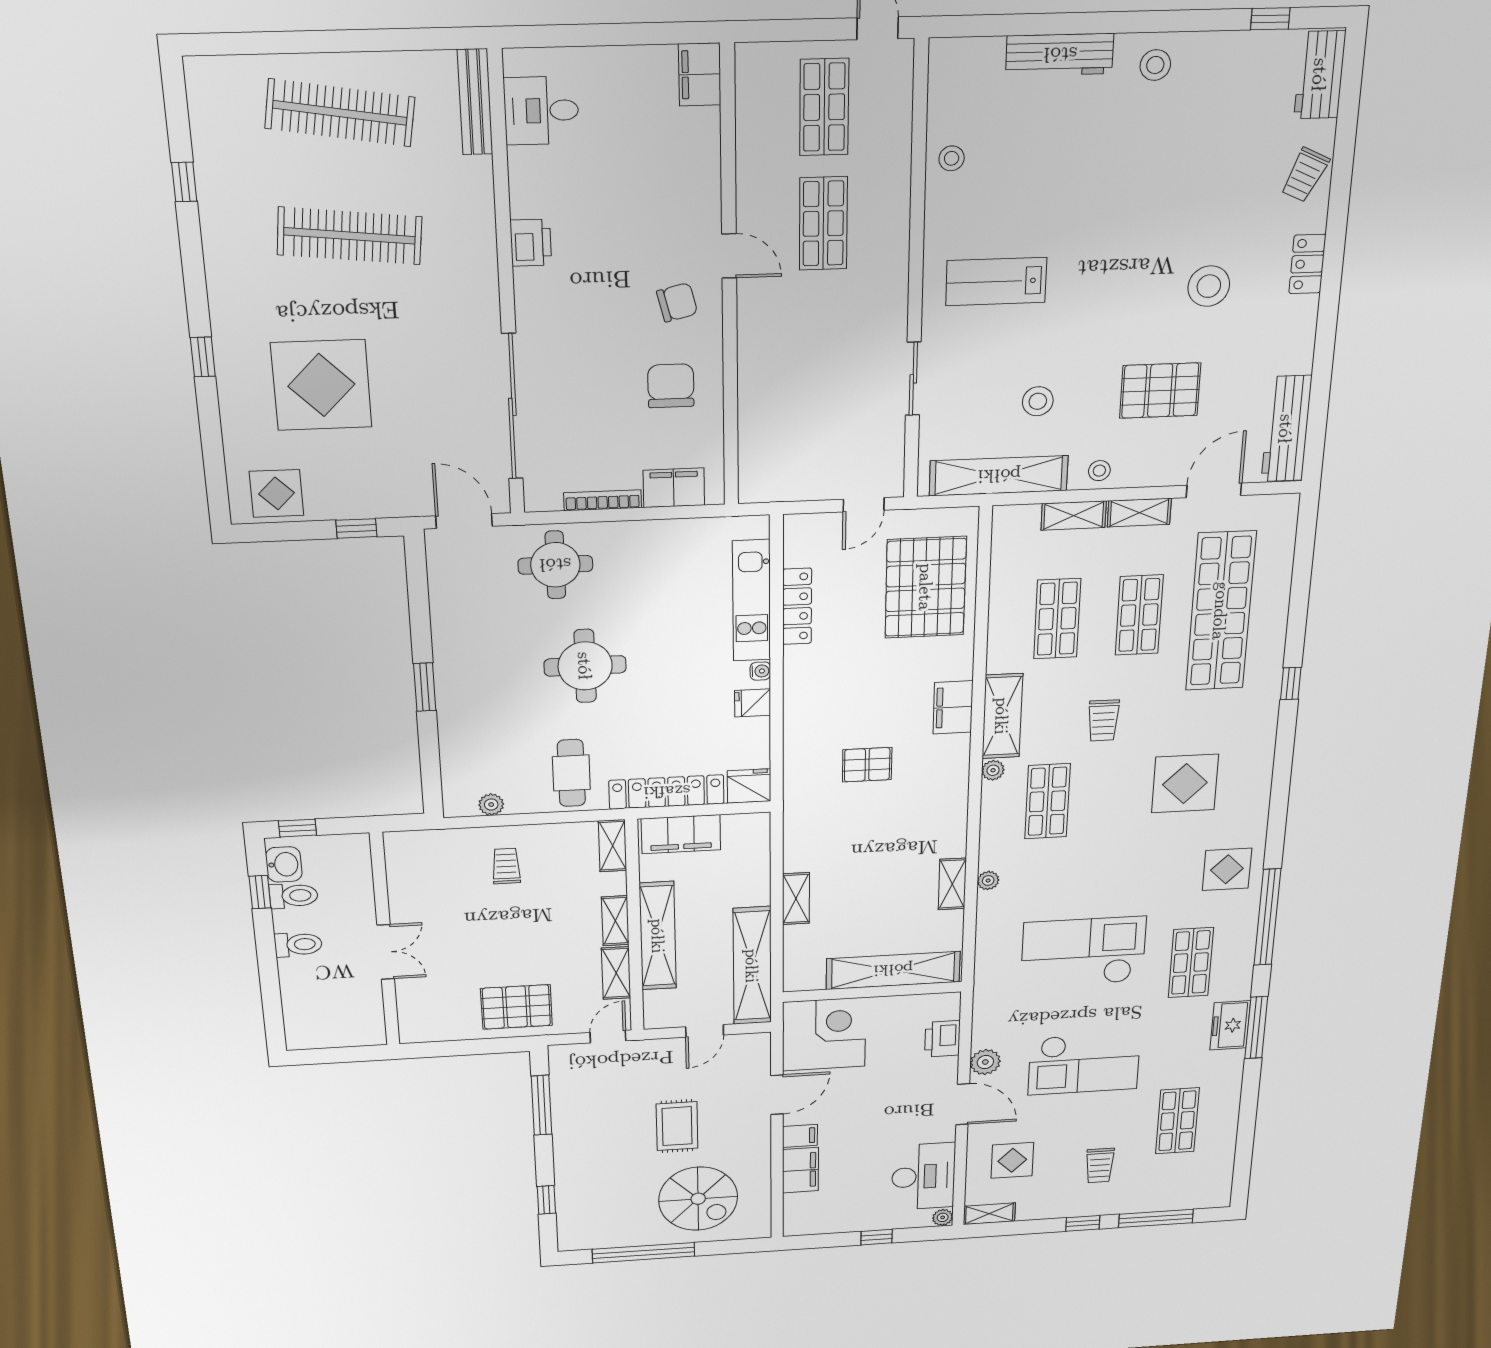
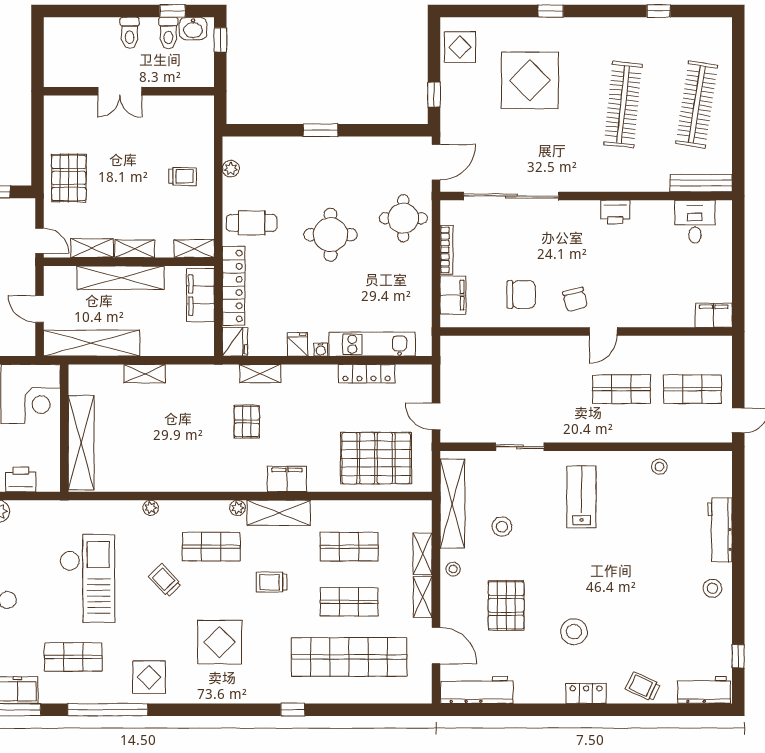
trolley: (1092, 857) -> (165, 580), added
shelving: (952, 884) -> (260, 374), moved

